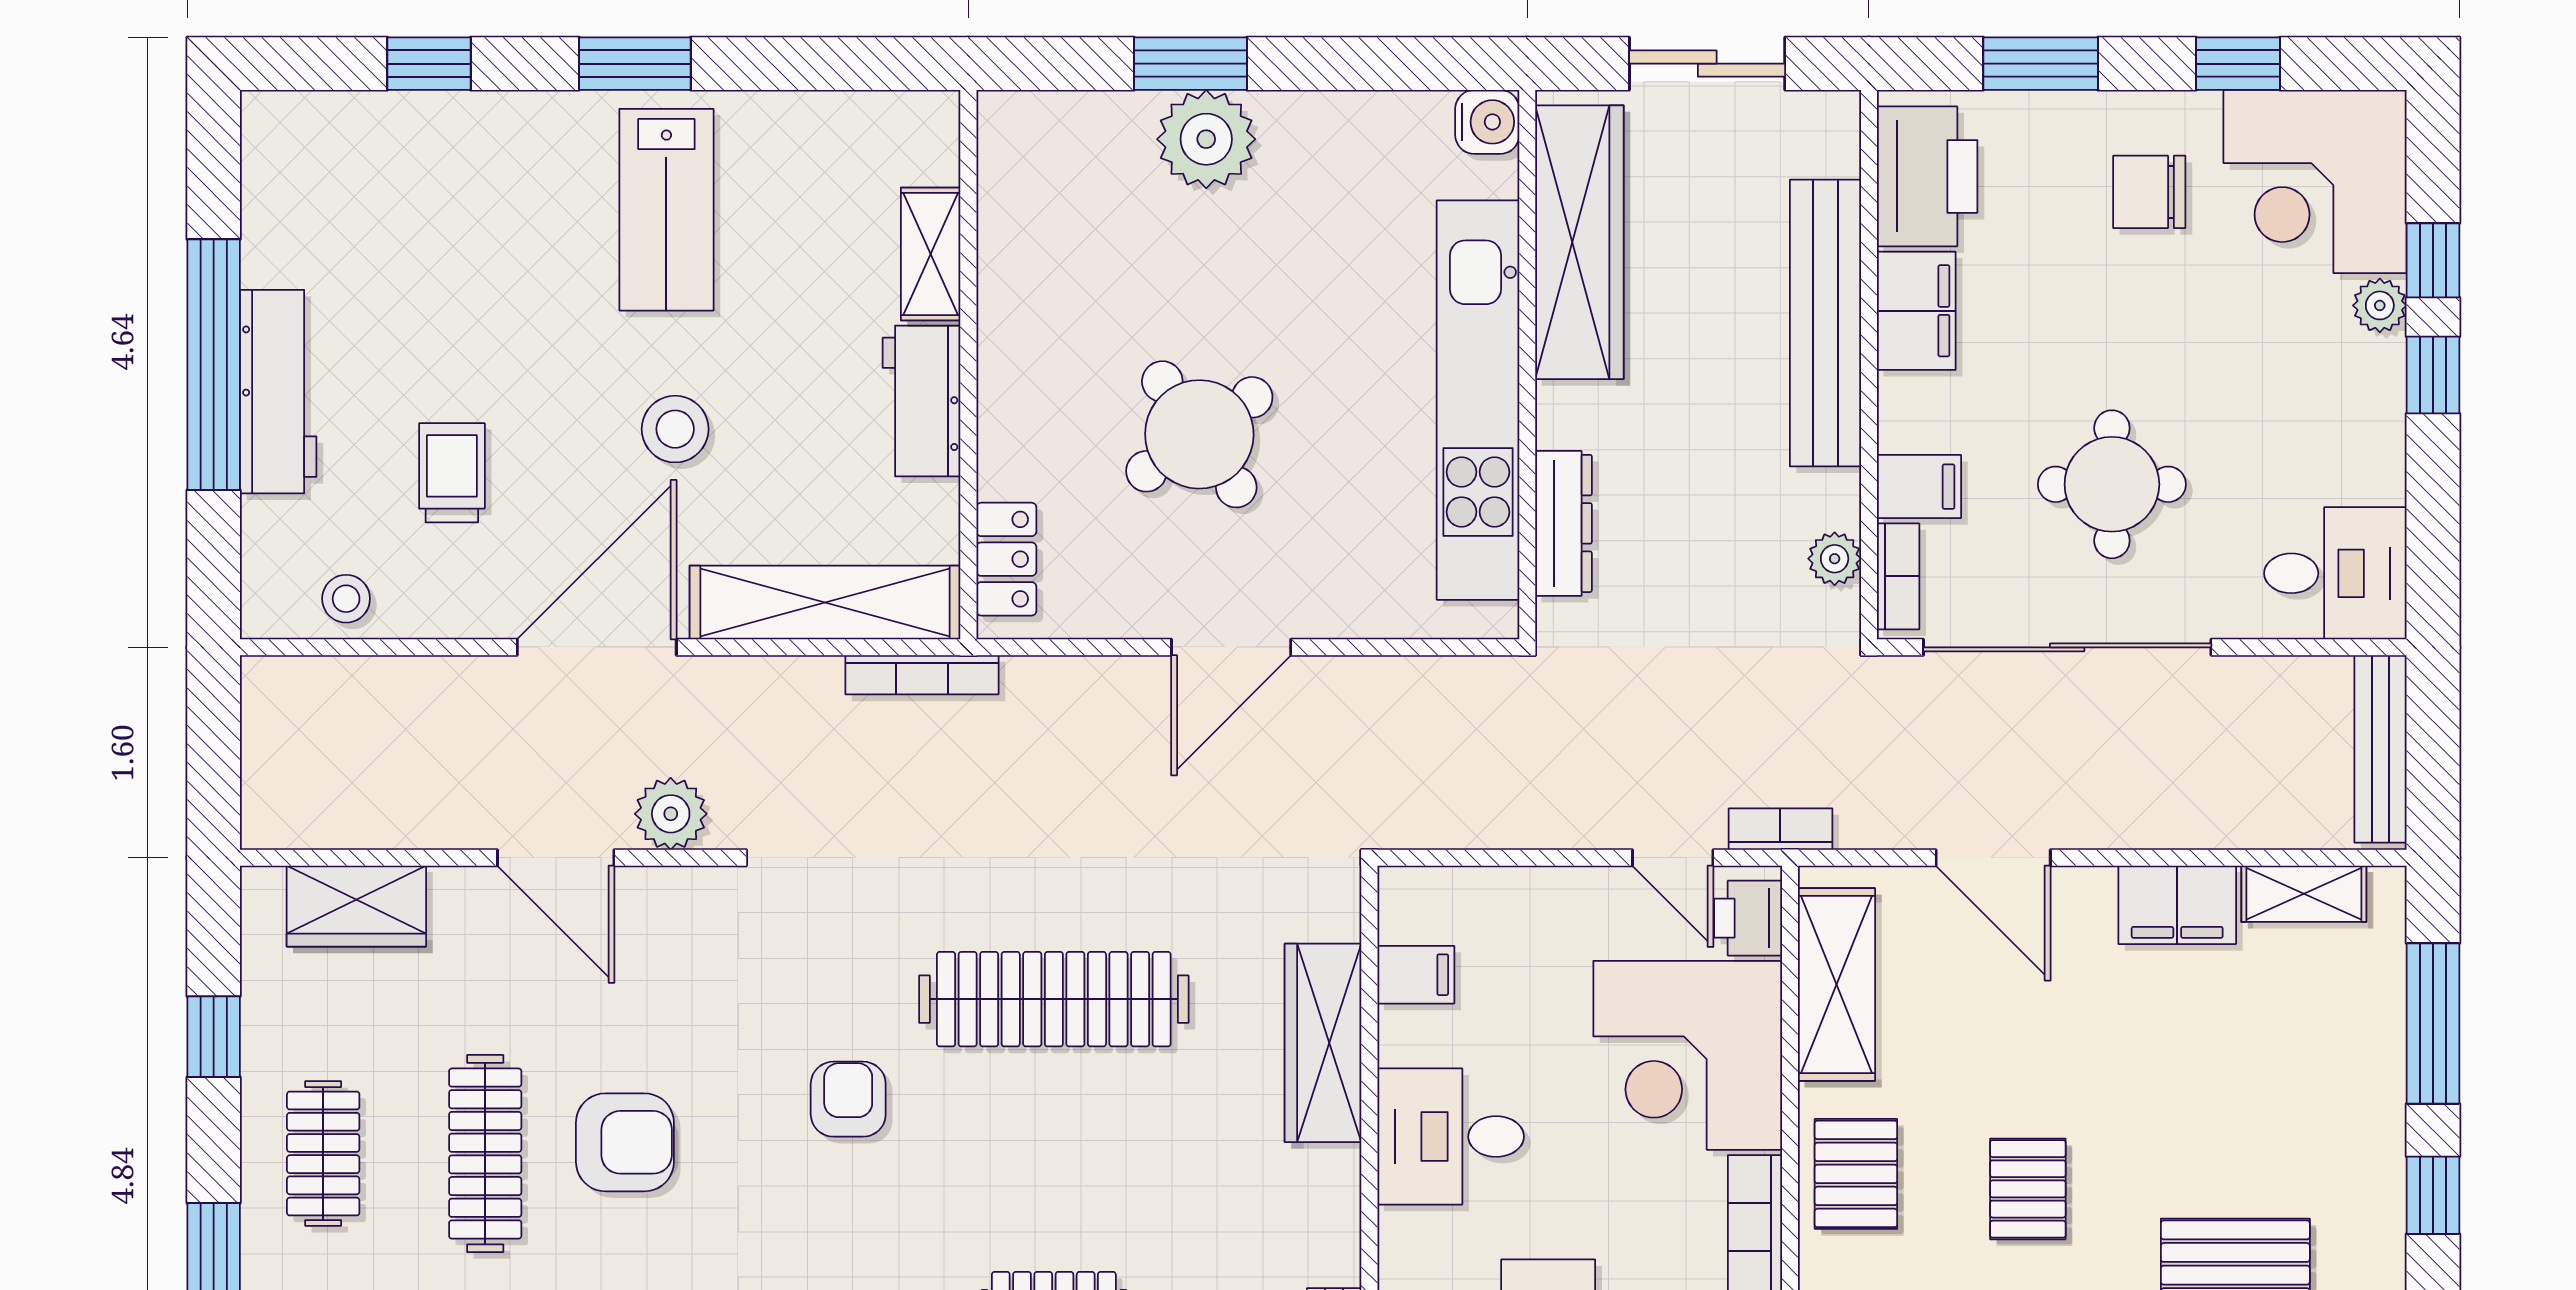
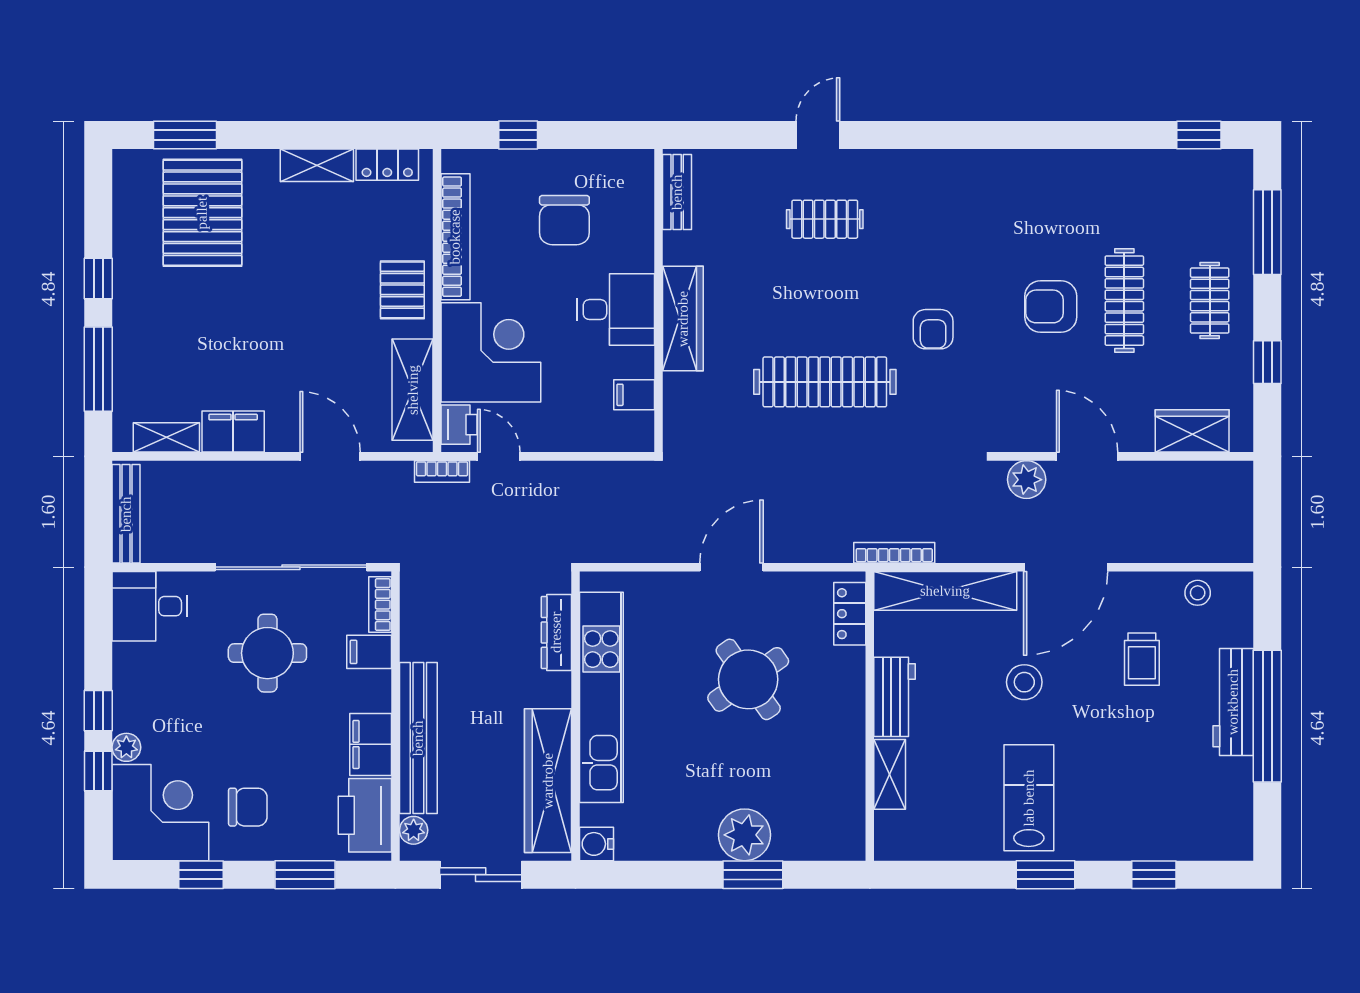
plant: (1835, 559) -> (414, 830), moved
wardrobe: (1323, 1043) -> (683, 319), moved
pallet: (2028, 1189) -> (312, 282), removed

